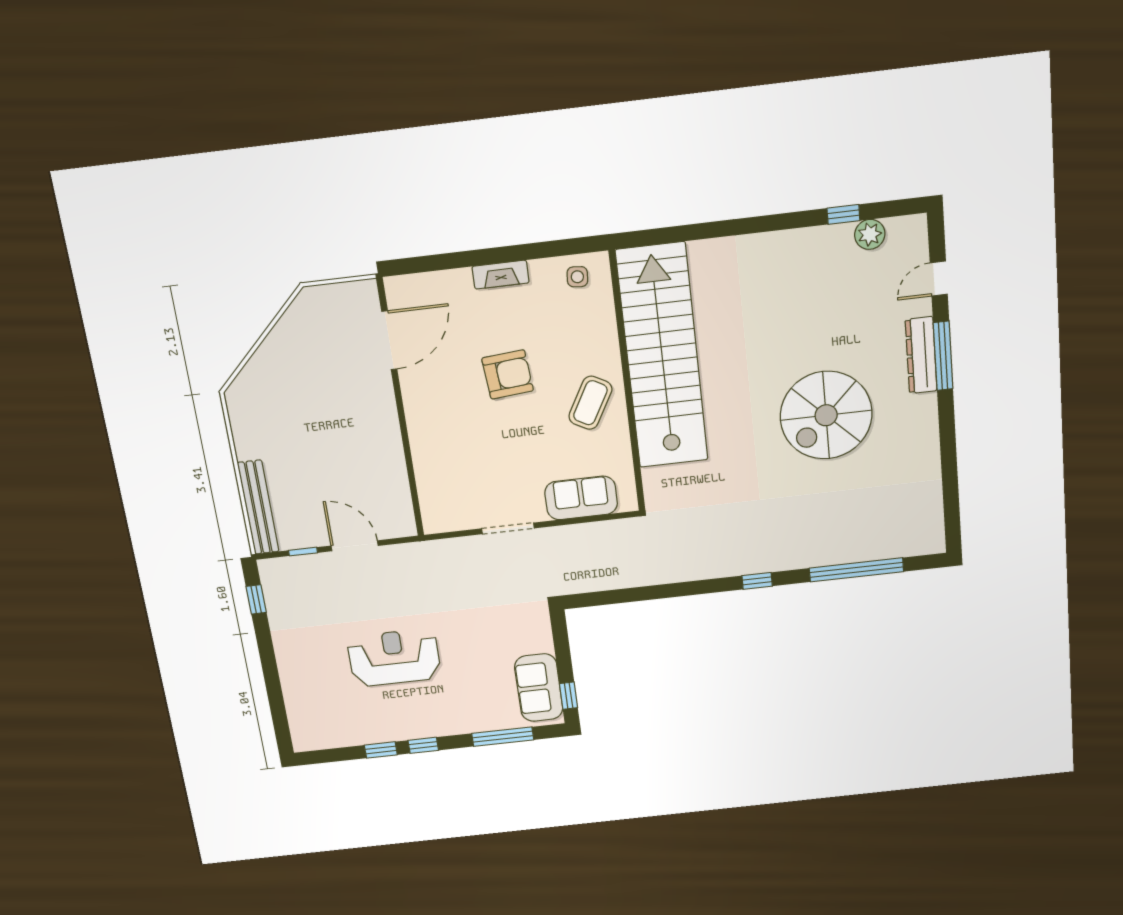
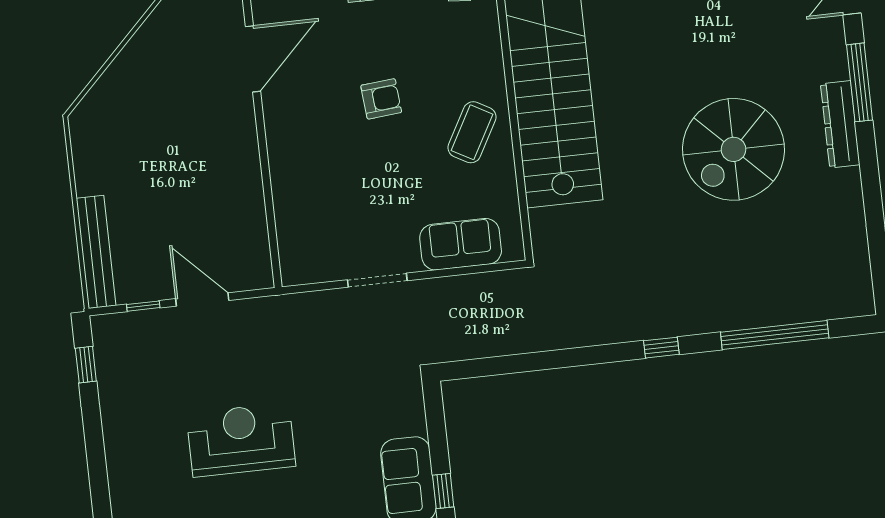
dresser: (921, 355) -> (840, 124), moved
armchair: (508, 374) -> (381, 99), width x0.72, depth x0.72

